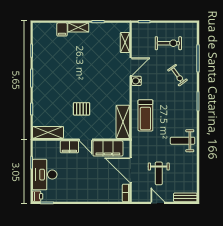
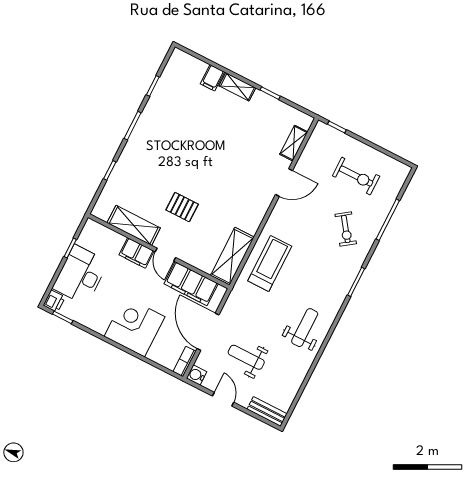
water cooler: (136, 81) -> (196, 375), moved
treadmill: (145, 115) -> (270, 264), turned 180
shelving: (48, 132) -> (134, 225), moved
weight bench: (183, 141) -> (305, 328), turned 90
weight bench: (159, 173) -> (246, 357), turned 90
corner desk: (89, 188) -> (135, 327), added

